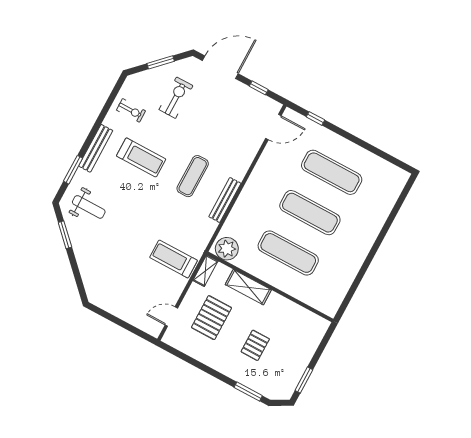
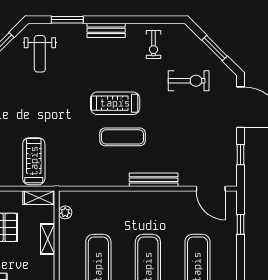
bench: (96, 148) -> (106, 30), width x0.73
treadmill: (141, 157) -> (115, 103), moved, turned 90
bench: (225, 200) -> (154, 180), moved
plant: (227, 249) -> (65, 212), width x0.53, depth x0.53
shelving: (248, 287) -> (48, 239), width x0.67, depth x0.75

